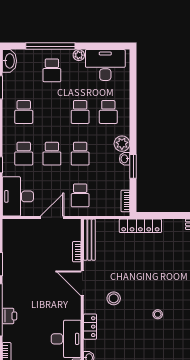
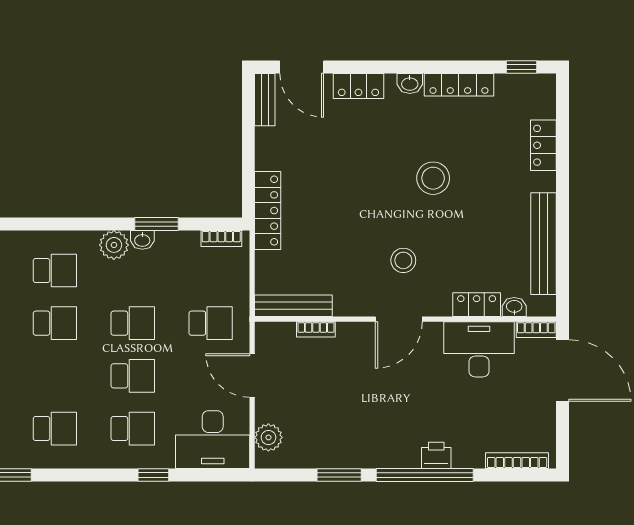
plant: (19, 226) -> (268, 437), added
door: (82, 283) -> (399, 319), moved
stool: (158, 314) -> (433, 178), width x1.89, depth x1.89
locker: (90, 327) -> (477, 305), moved

